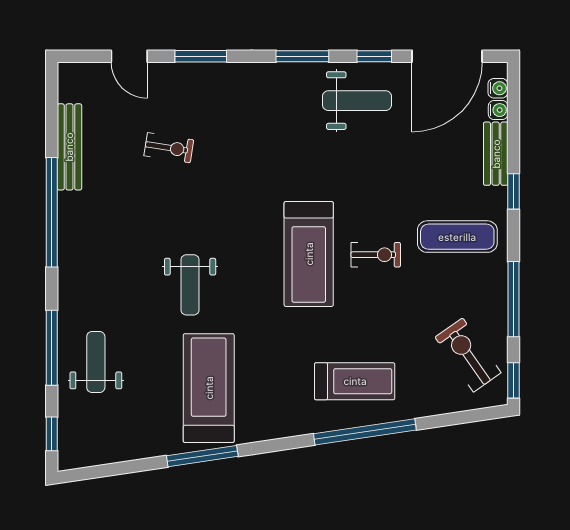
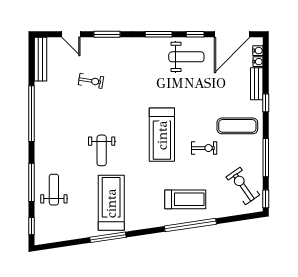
bench: (69, 147) -> (40, 59), moved
exercise bike: (376, 255) -> (204, 148), moved

